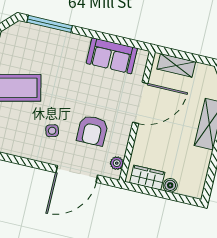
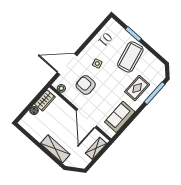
rug: (56, 53) -> (137, 88), added
door: (77, 174) -> (67, 64), hinge flipped

